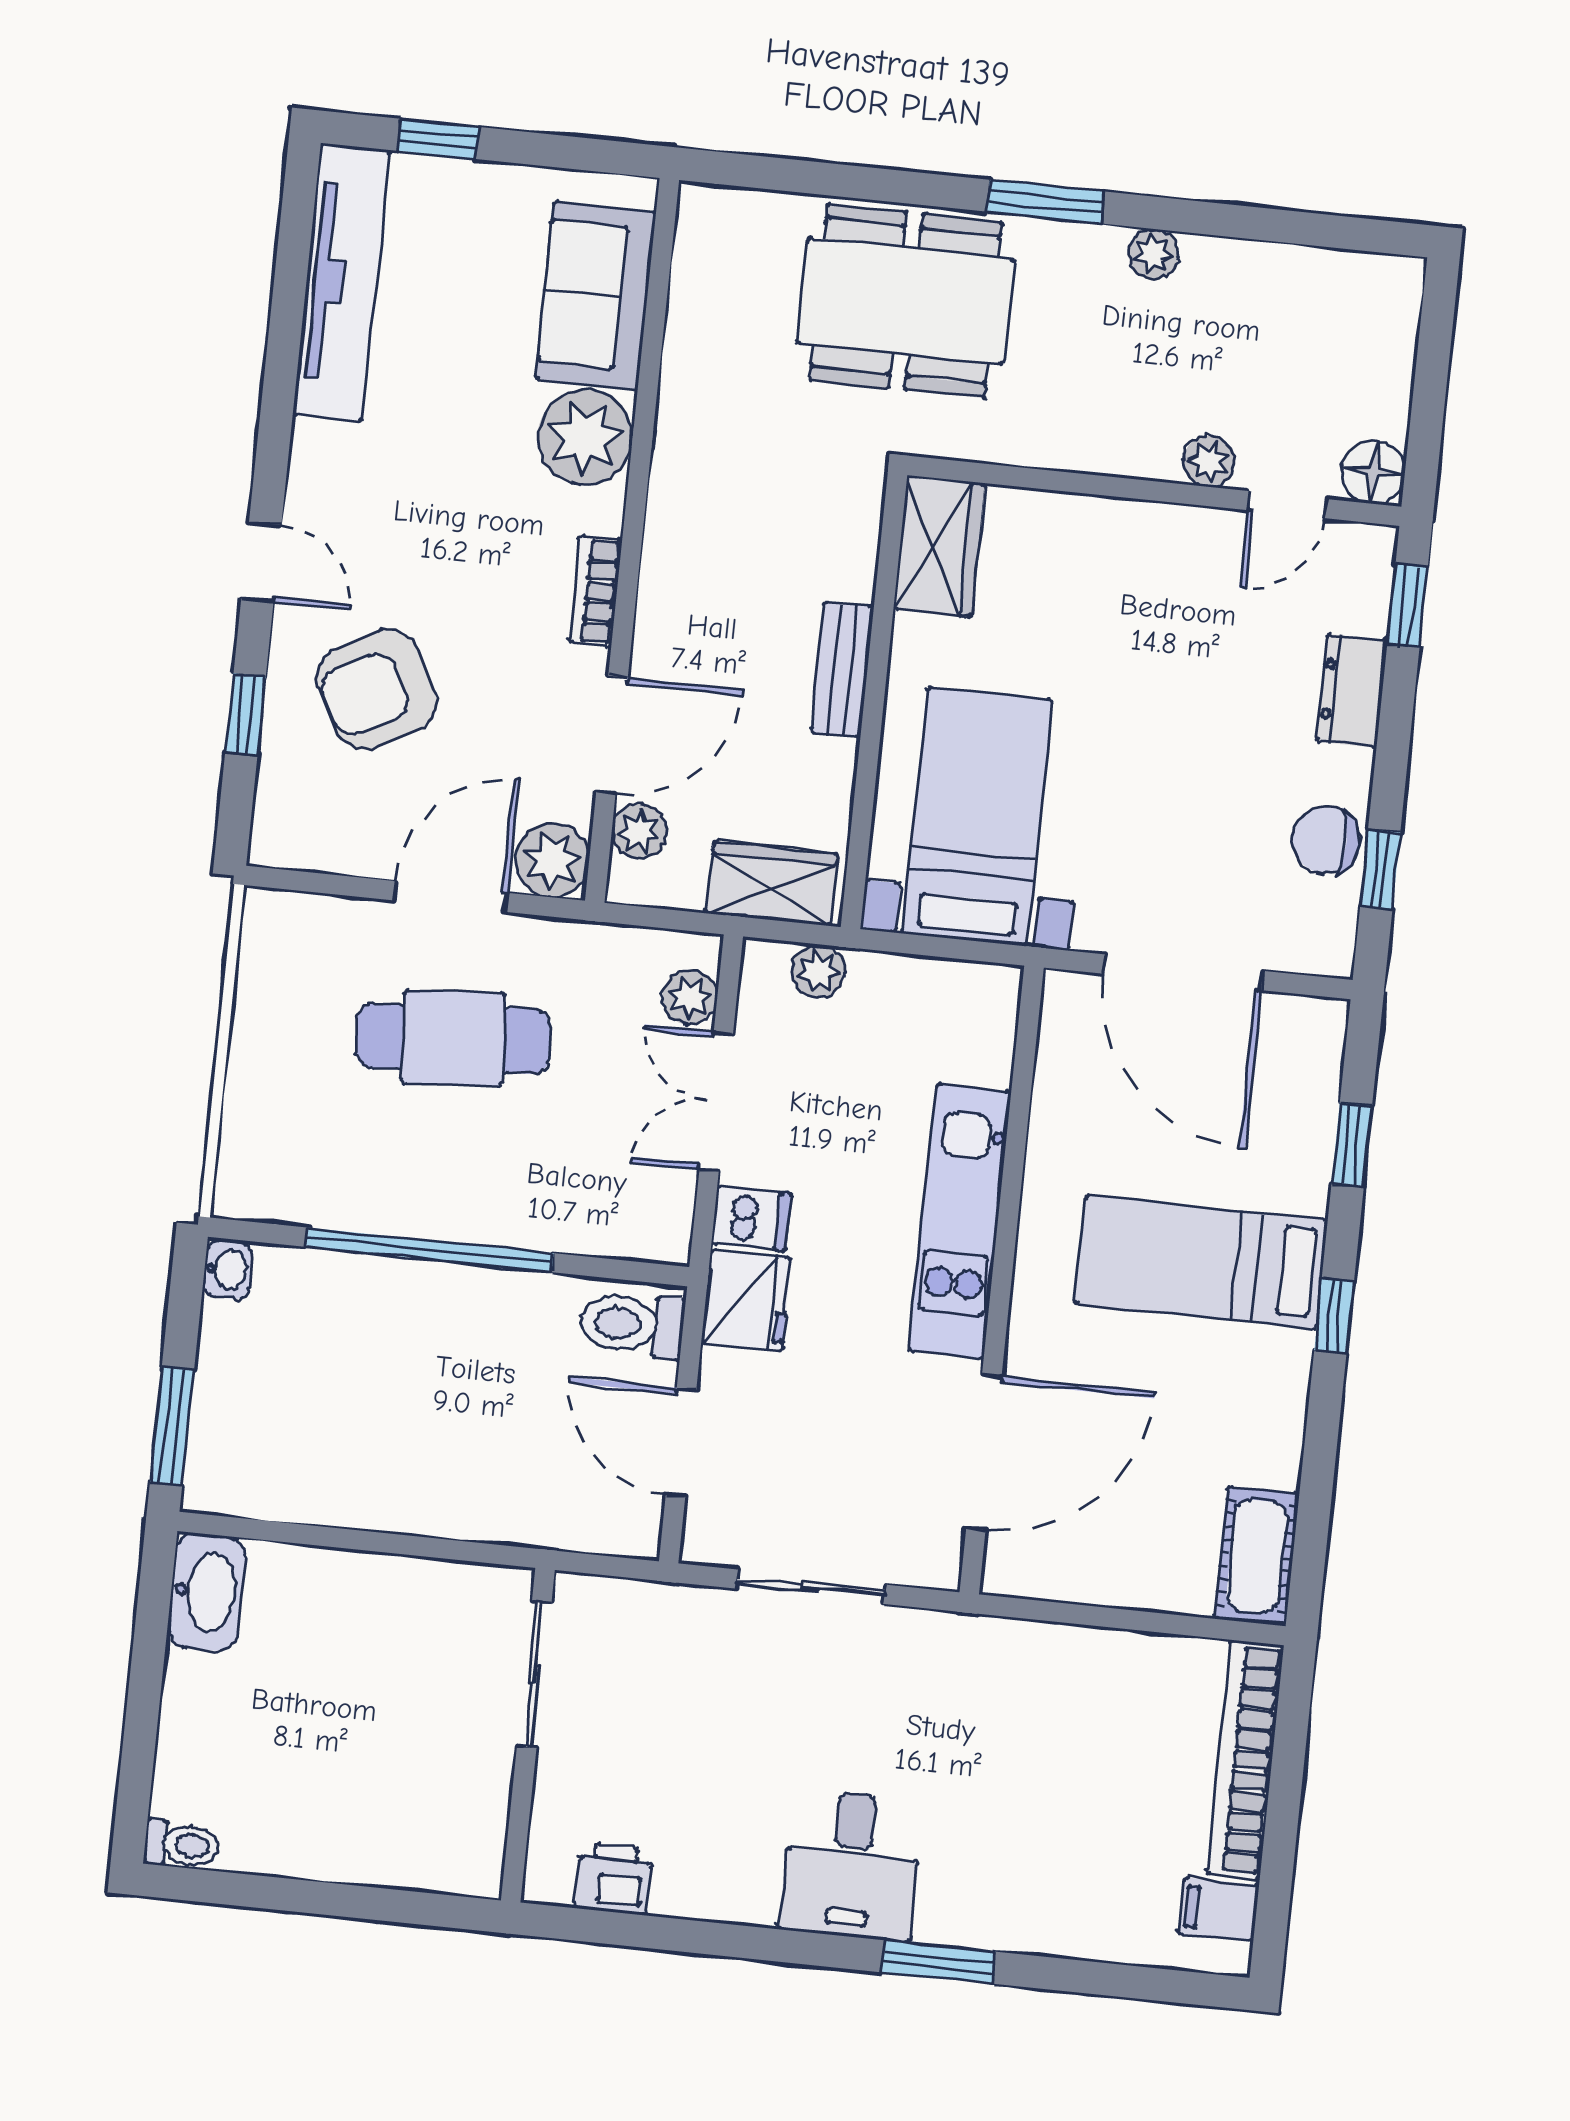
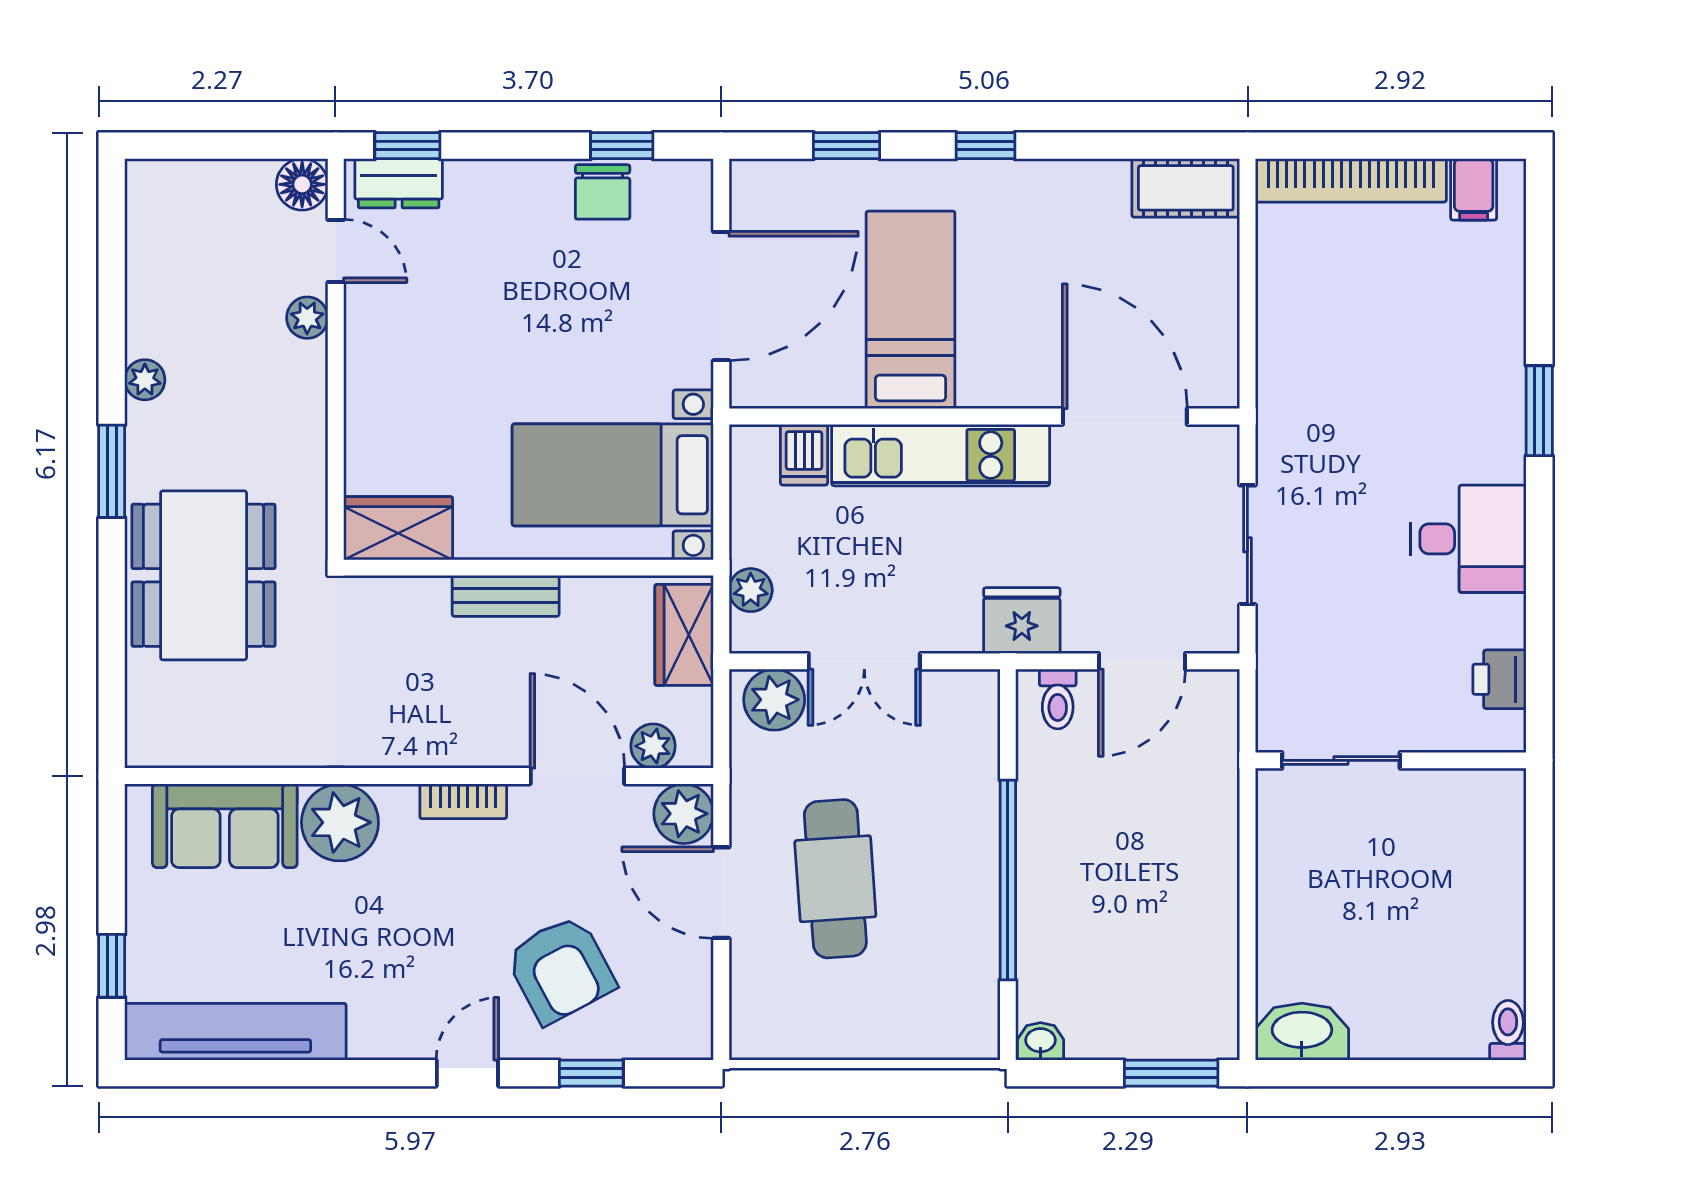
dresser: (1352, 691) -> (399, 183), moved
plant: (690, 997) -> (774, 700), width x1.38, depth x1.38
dishwasher: (751, 1219) -> (804, 455), moved, turned 180
bed: (1201, 1262) -> (911, 310), moved, turned 180
toilet: (632, 1324) -> (1058, 699), width x0.73, depth x0.72
desk: (852, 1865) -> (1468, 539), moved

